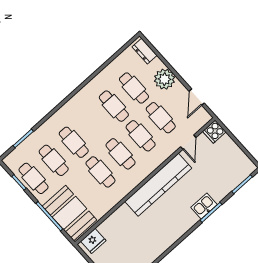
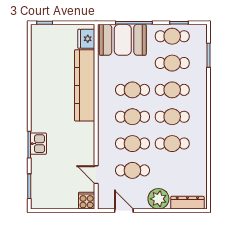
dresser: (144, 51) -> (187, 203), width x1.44
cafe table: (134, 88) -> (172, 117), moved
kitchen counter: (158, 185) -> (85, 85), moved

